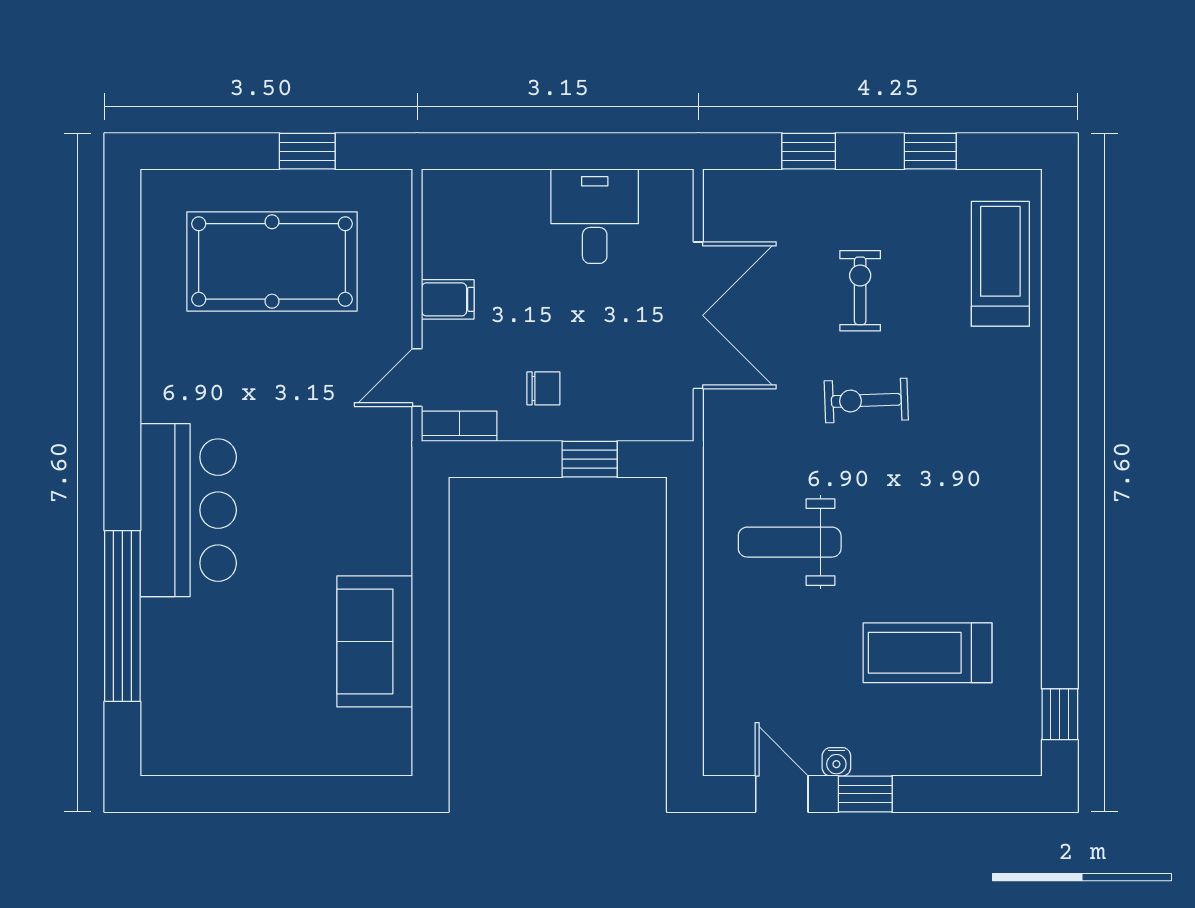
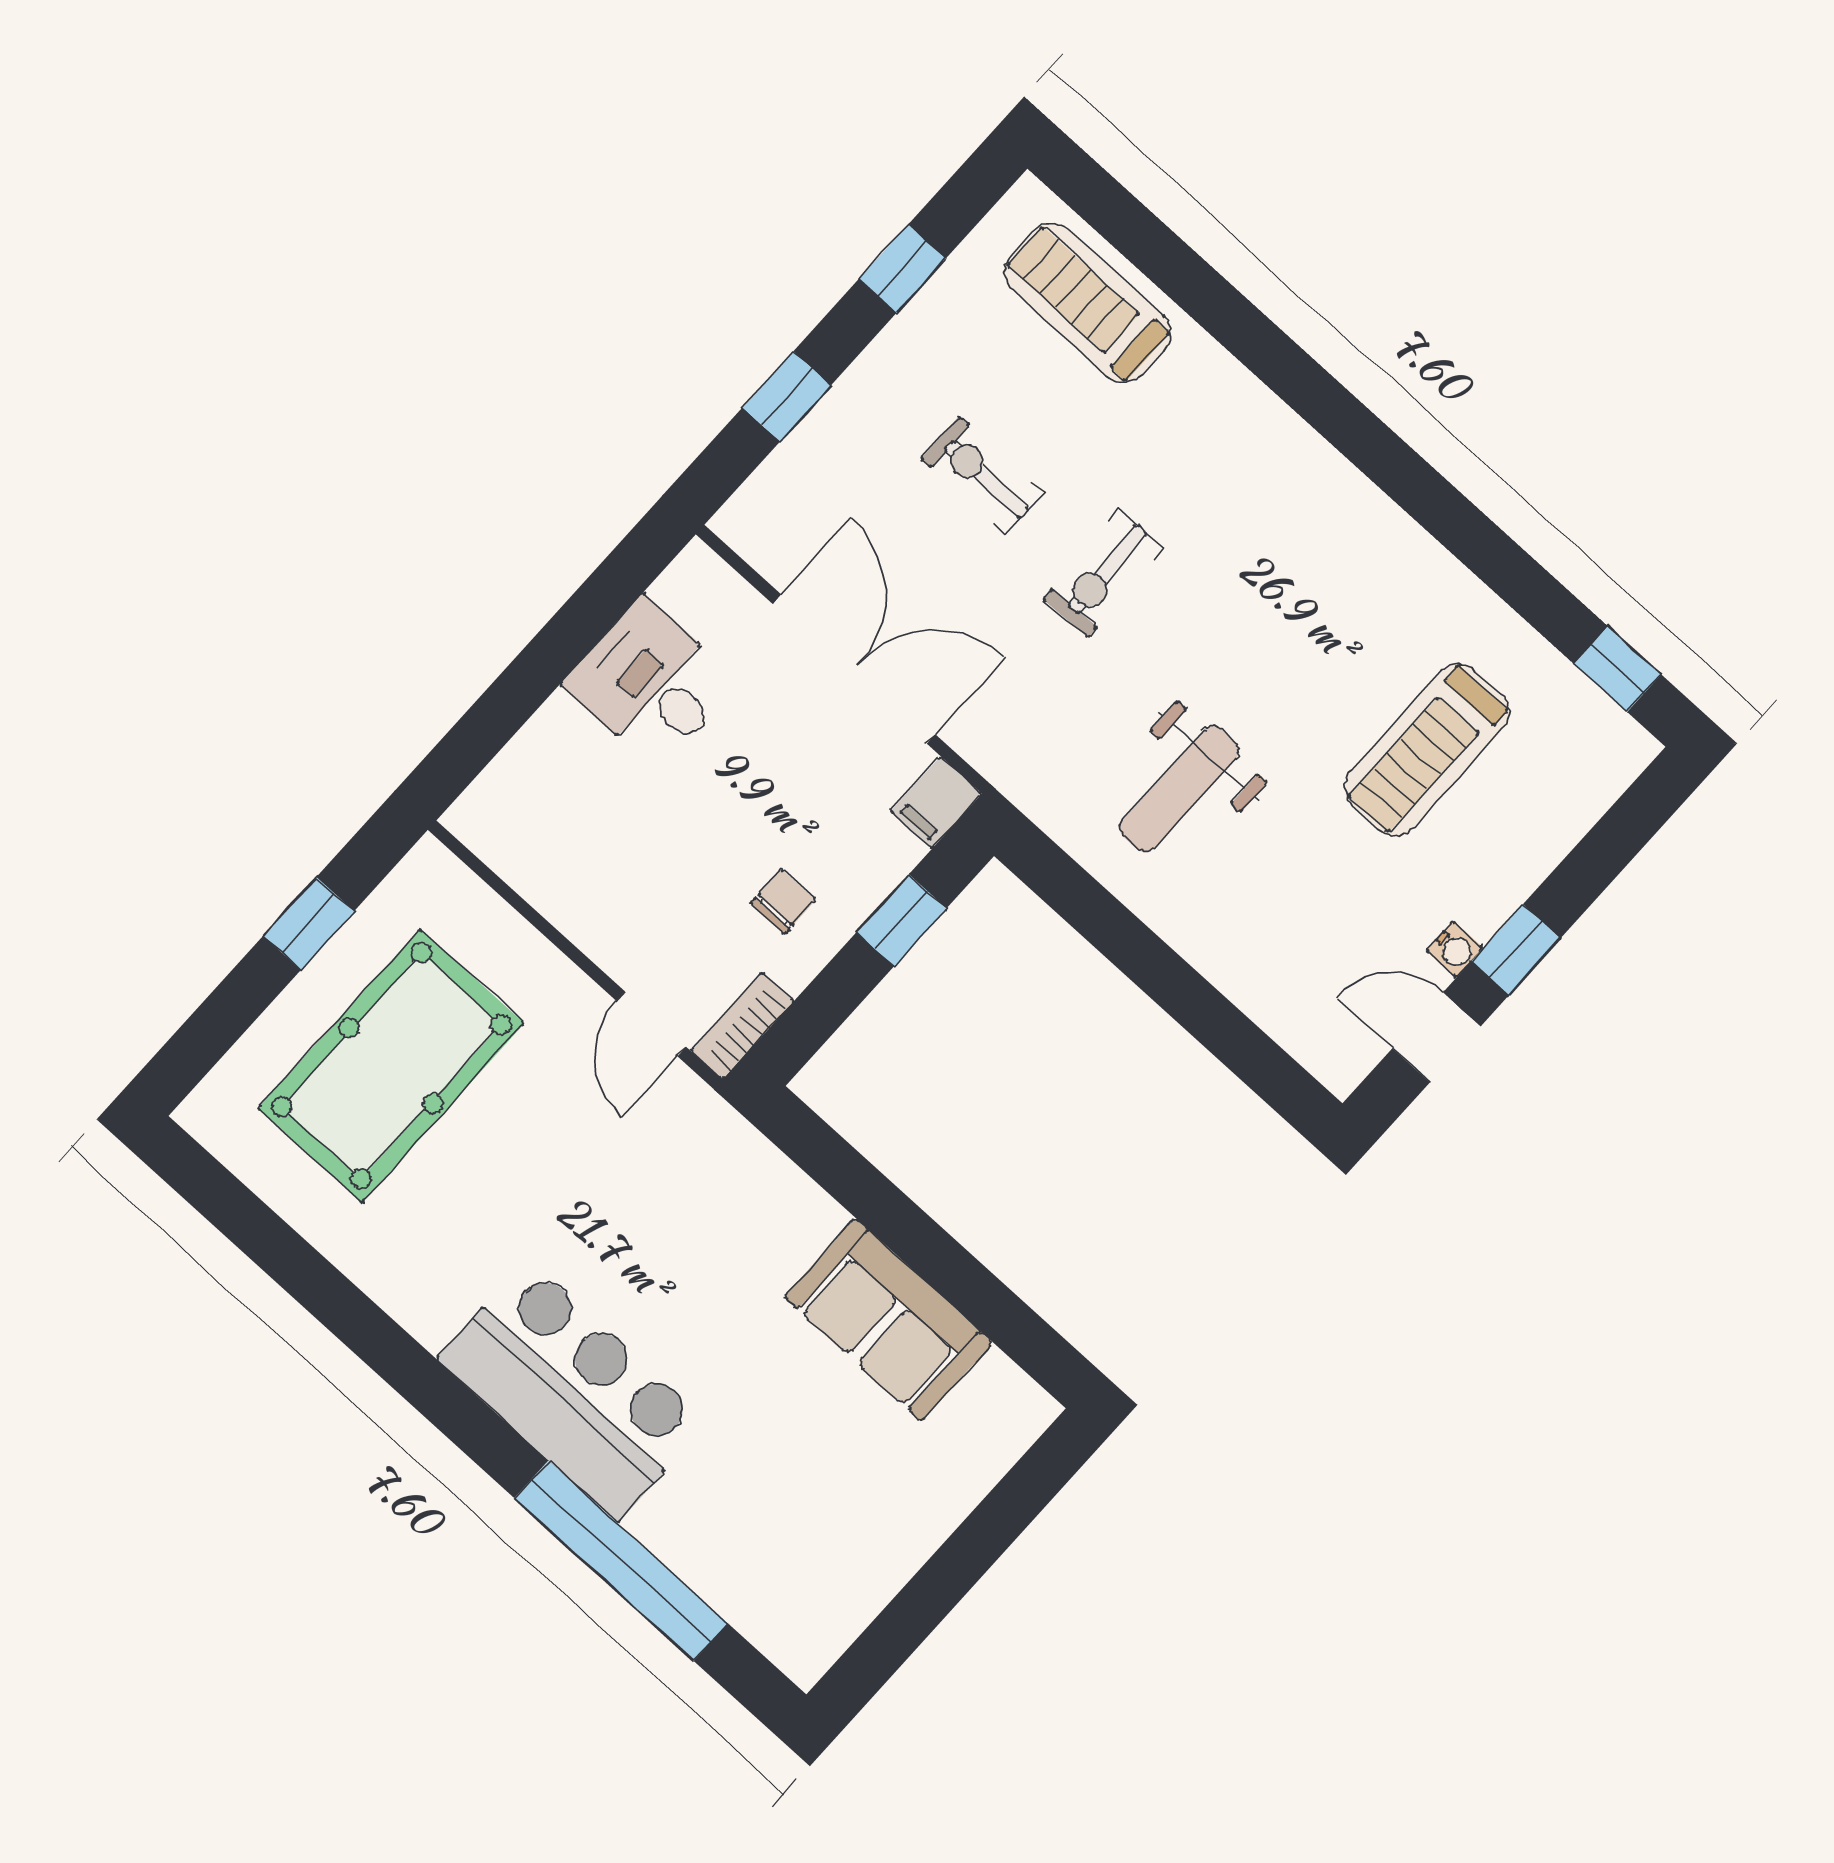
filing cabinet: (448, 299) -> (936, 803), moved, turned 180

